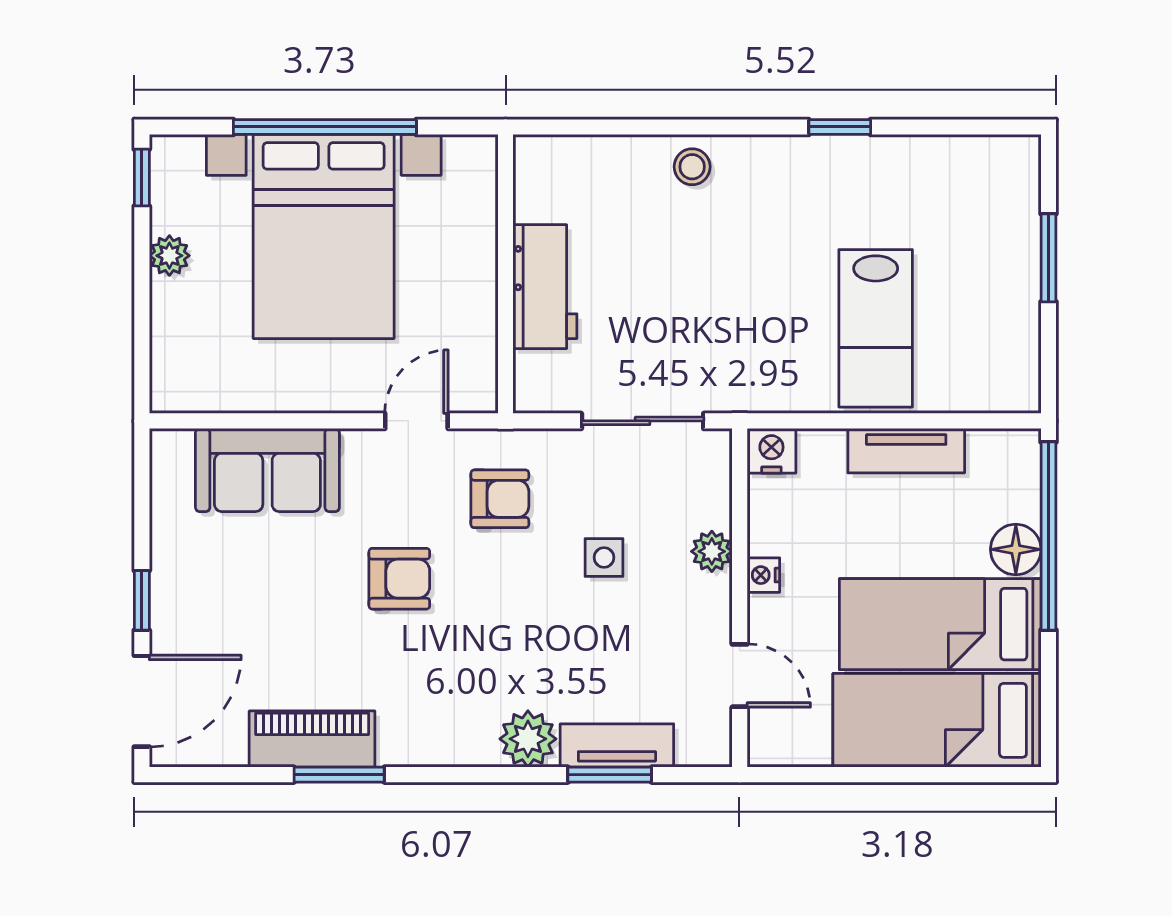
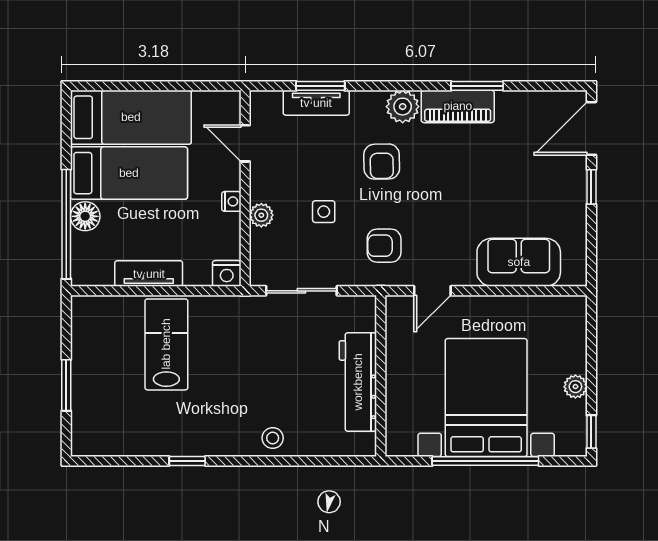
workbench: (545, 287) -> (358, 382), width x1.38
armchair: (399, 579) -> (382, 162), moved, turned -91
piano: (312, 739) -> (458, 106), moved
plant: (528, 739) -> (403, 107), moved

